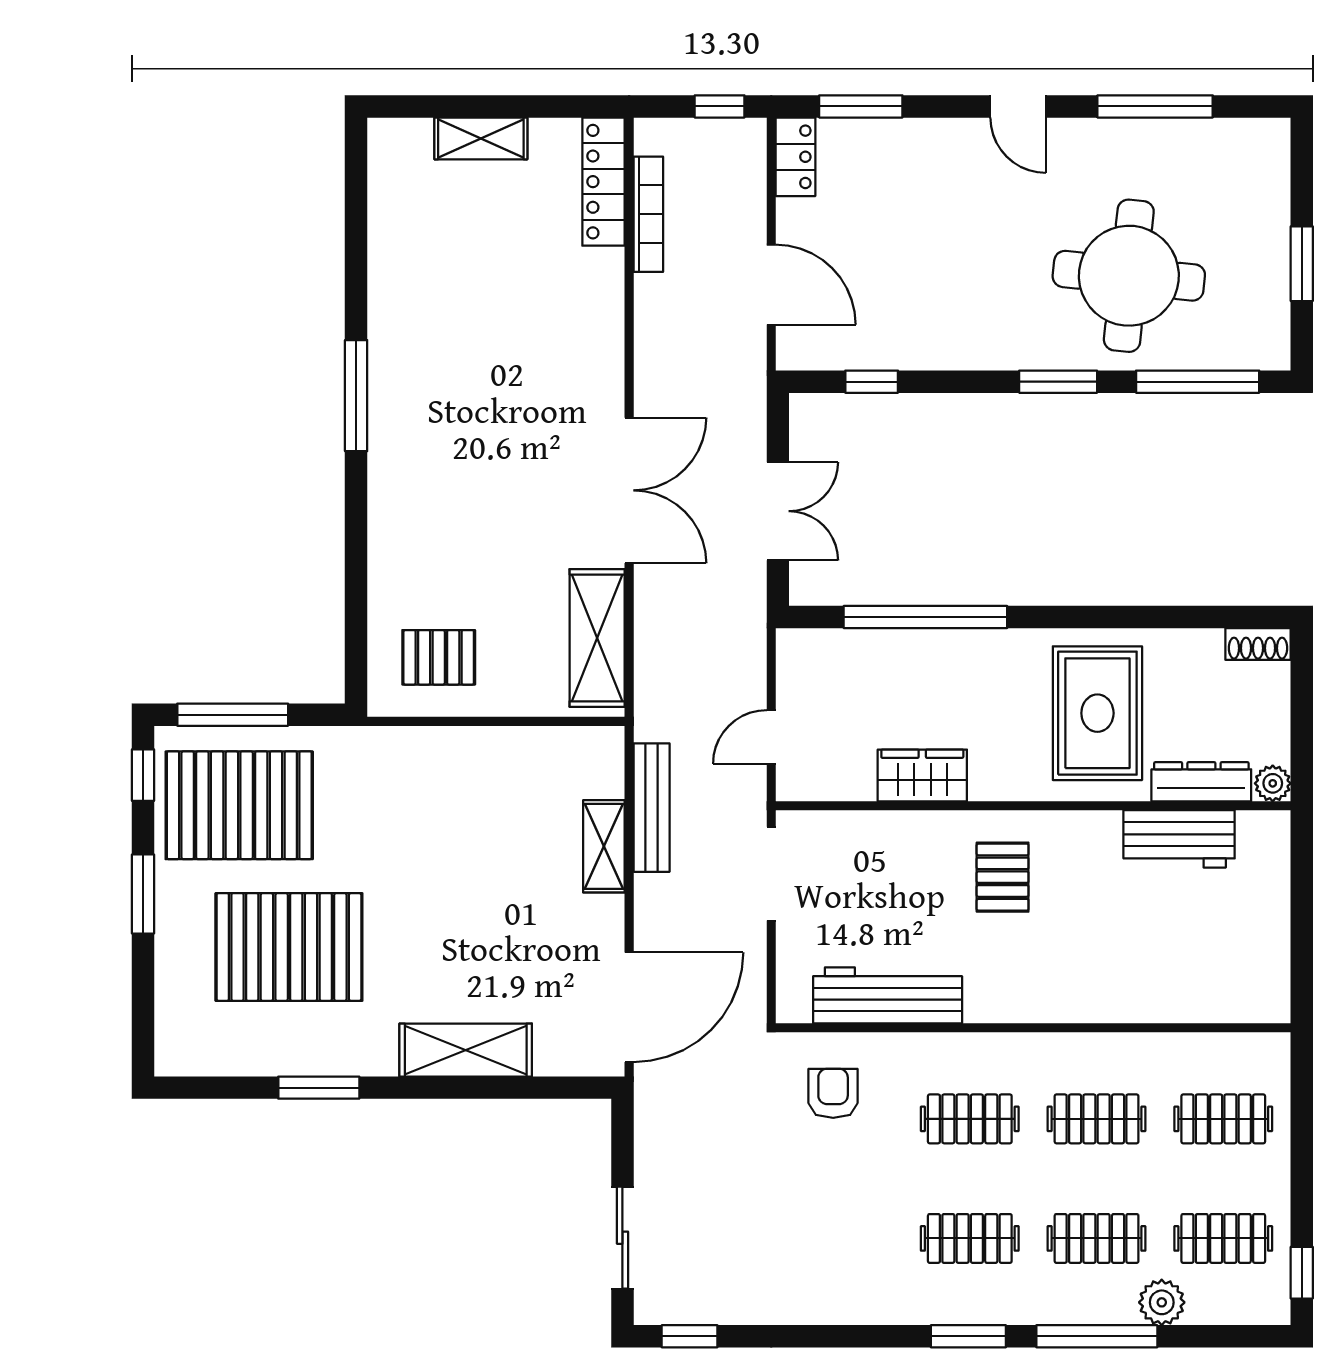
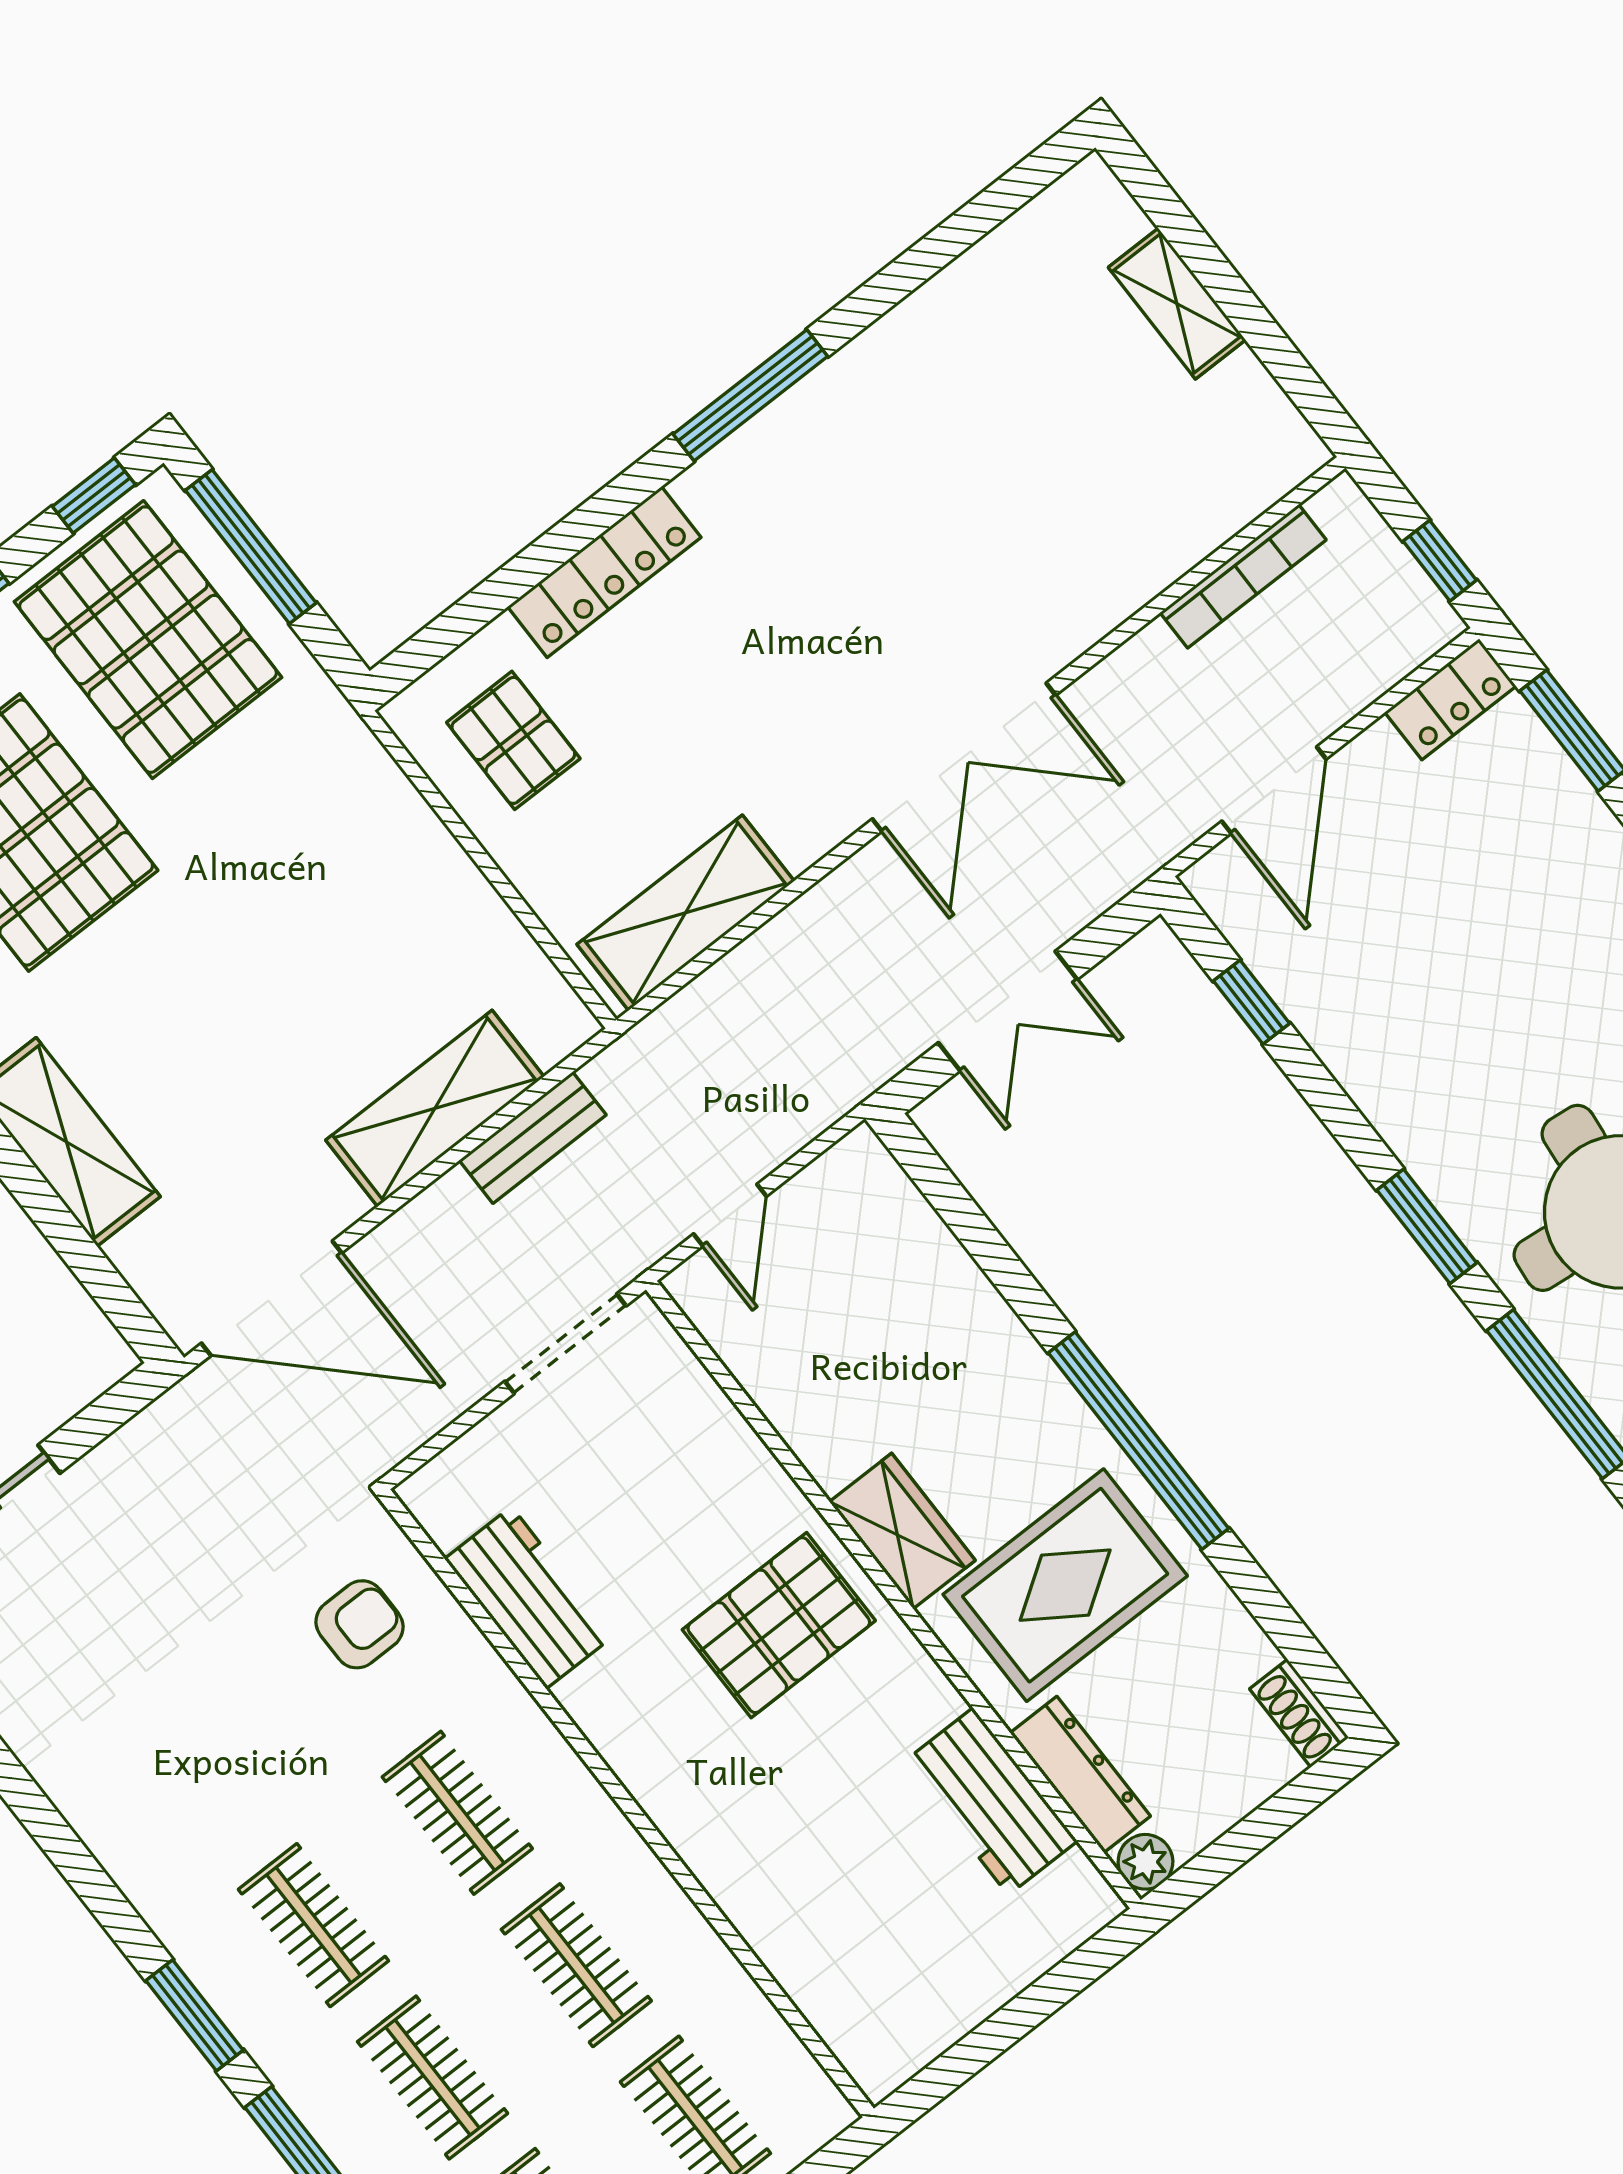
locker: (603, 182) -> (604, 572), moved, turned 180
double door: (629, 490) -> (964, 757), moved
window: (925, 617) -> (1138, 1441), moved
door: (771, 737) -> (730, 1215), swing flipped
wardrobe: (922, 775) -> (902, 1531), moved
bench: (652, 808) -> (533, 1138), width x0.73
shelving: (604, 846) -> (435, 1108), width x1.50, depth x1.33
pallet: (1003, 877) -> (779, 1625), width x1.50, depth x1.42
workbench: (888, 995) -> (529, 1598), width x0.73

